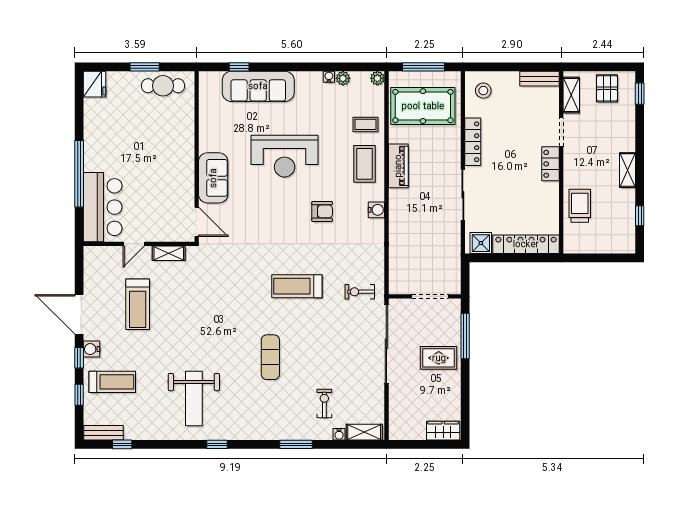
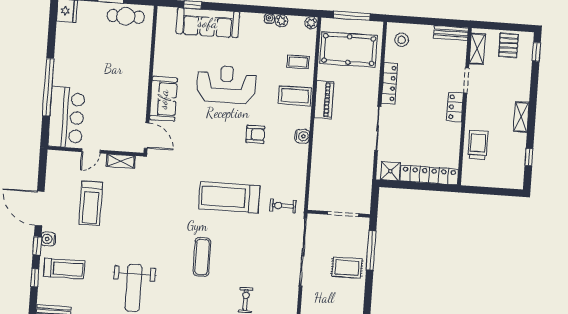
reception desk: (285, 156) -> (226, 84), turned 180
coffee table: (365, 164) -> (295, 96), turned 90
treadmill: (297, 286) -> (229, 197), width x1.37, depth x1.38

